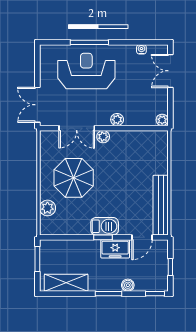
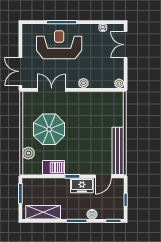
double door: (77, 128) -> (52, 90), swing flipped
plant: (103, 137) -> (72, 97), removed
barbecue: (105, 226) -> (54, 168), moved

